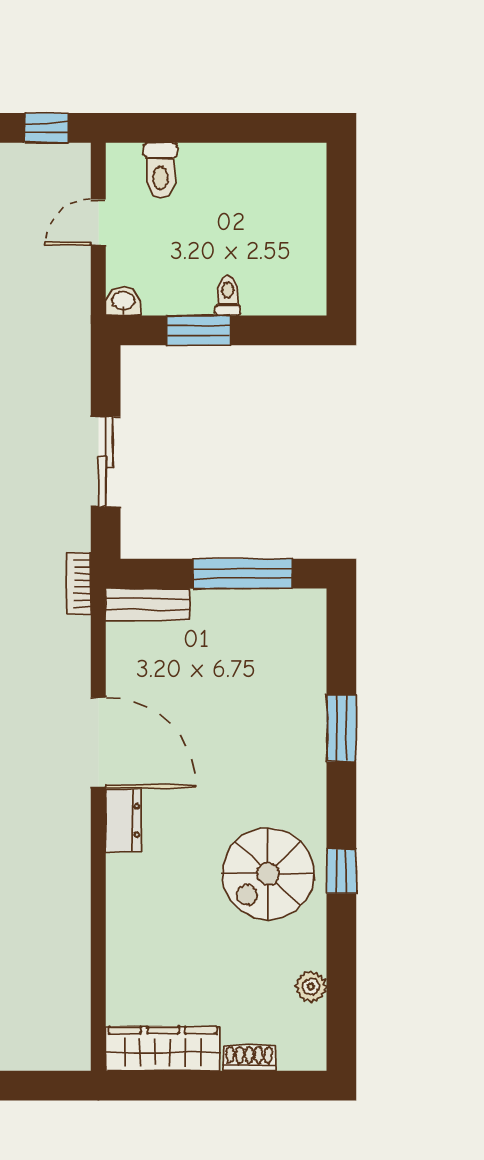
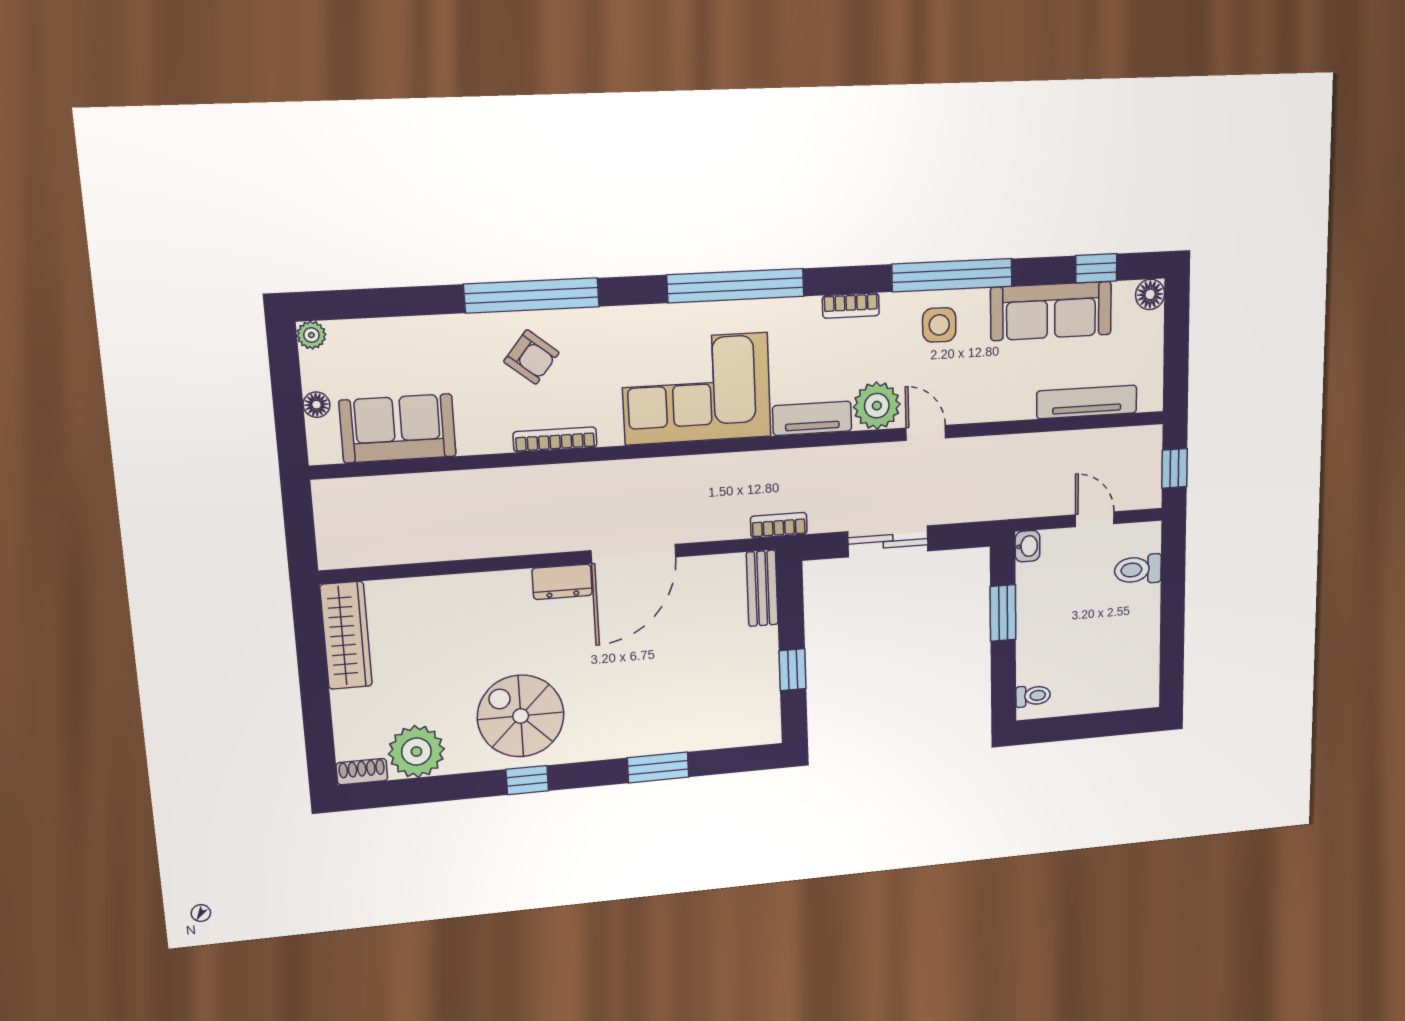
toilet: (228, 295) -> (1033, 696), moved
window: (243, 574) -> (793, 670), width x0.46
plant: (311, 986) -> (416, 752), width x1.88, depth x1.88
shoe rack: (249, 1058) -> (362, 772), moved, turned -90

